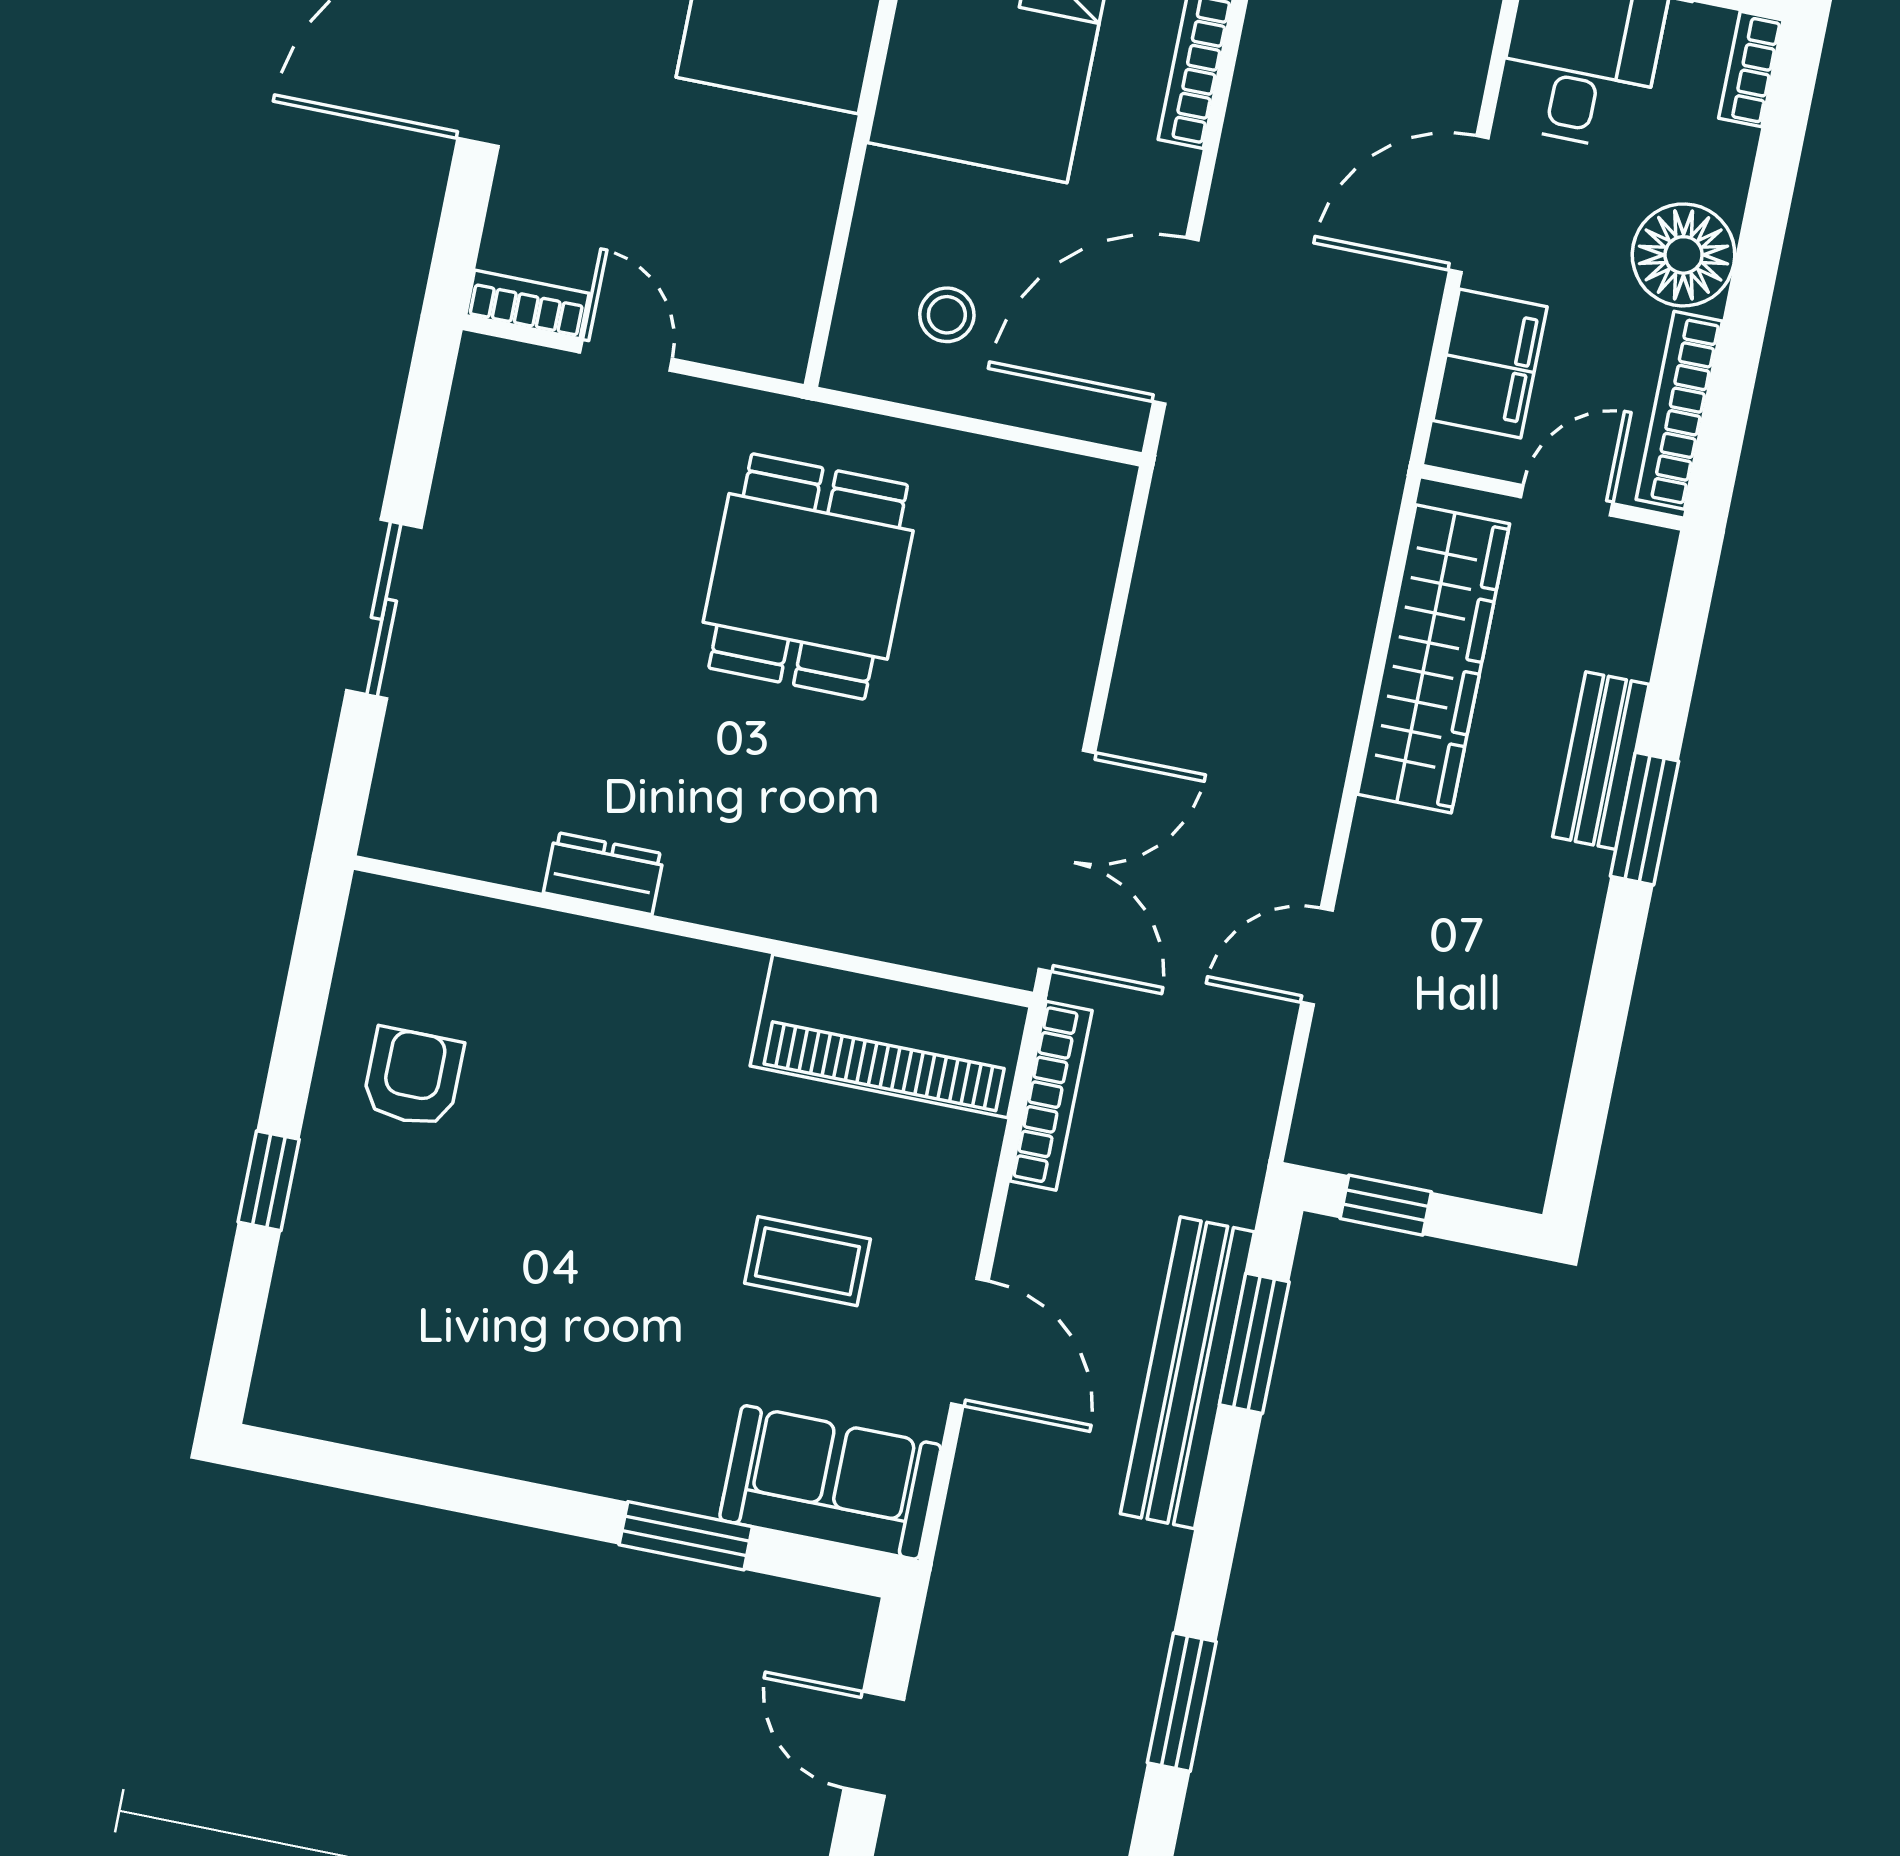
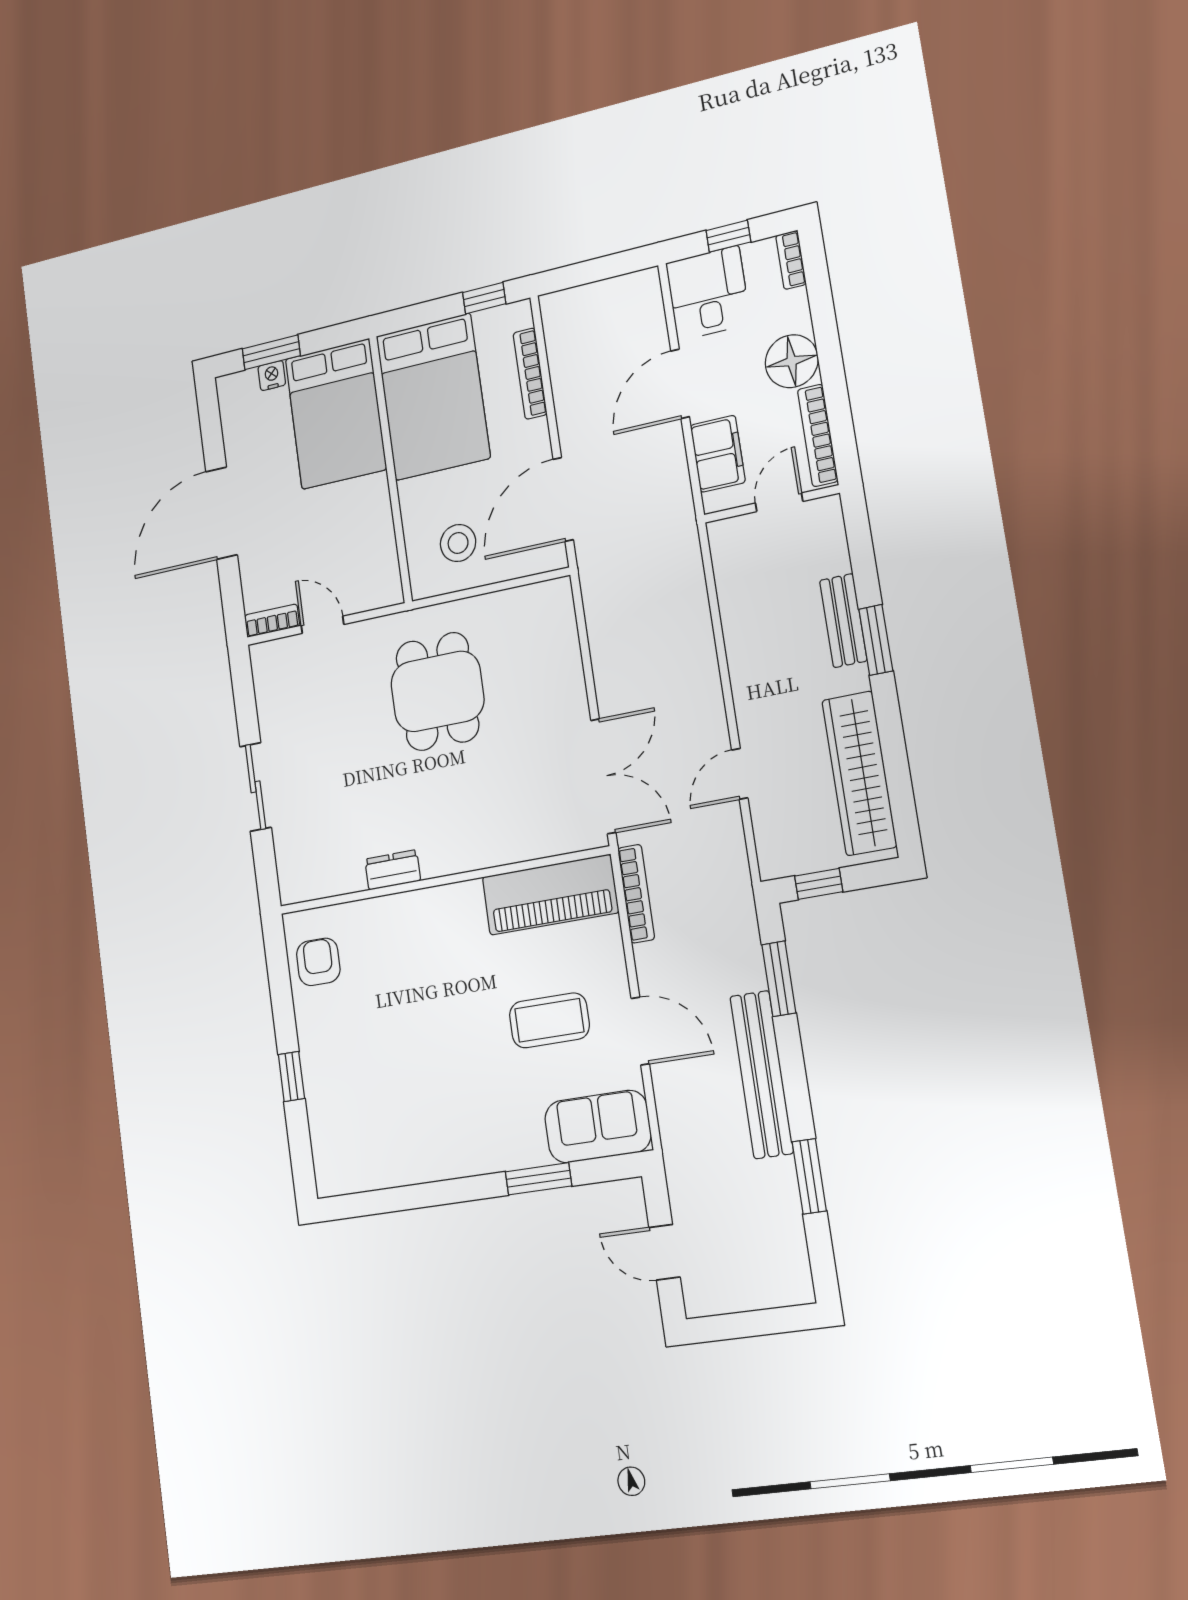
stool: (947, 315) -> (458, 543), width x1.37, depth x1.37
wardrobe: (1434, 659) -> (859, 773), moved, turned 180
armchair: (413, 1077) -> (318, 962), moved
coffee table: (808, 1261) -> (549, 1020), width x1.36, depth x1.30
bench: (1187, 1373) -> (762, 1075), moved

